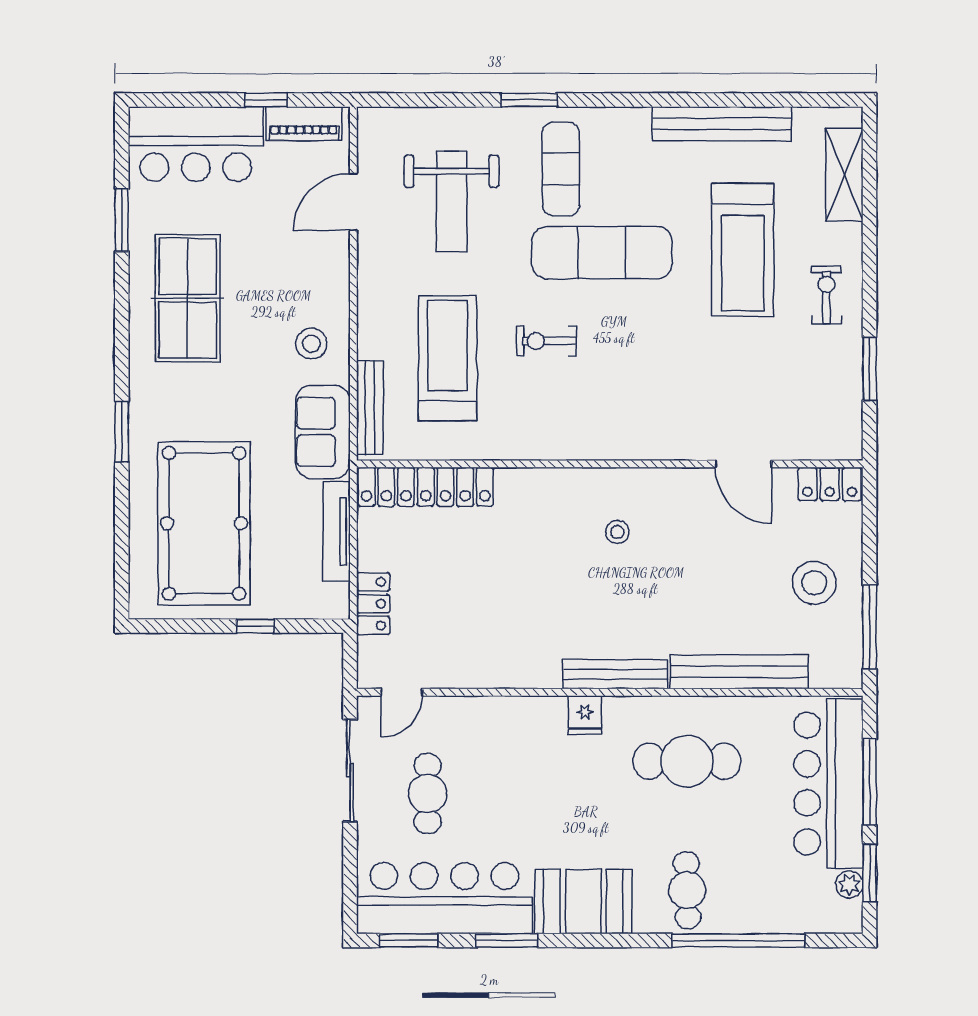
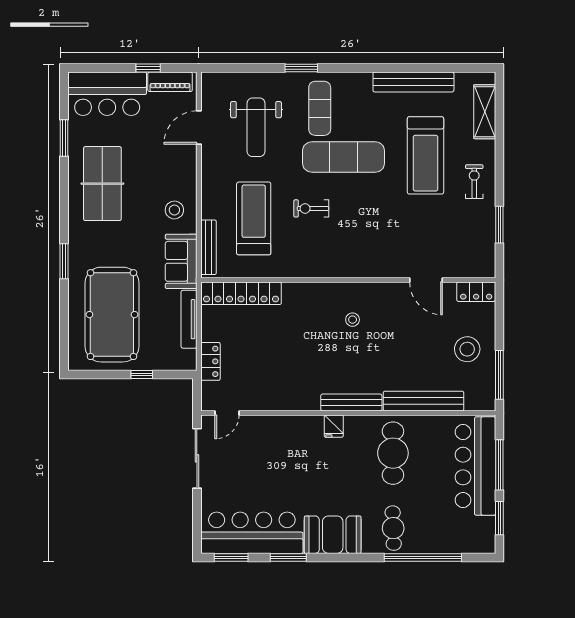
cafe table: (687, 761) -> (393, 453), turned 90
cafe table: (428, 794) -> (242, 472), removed
plant: (849, 884) -> (488, 525), removed

